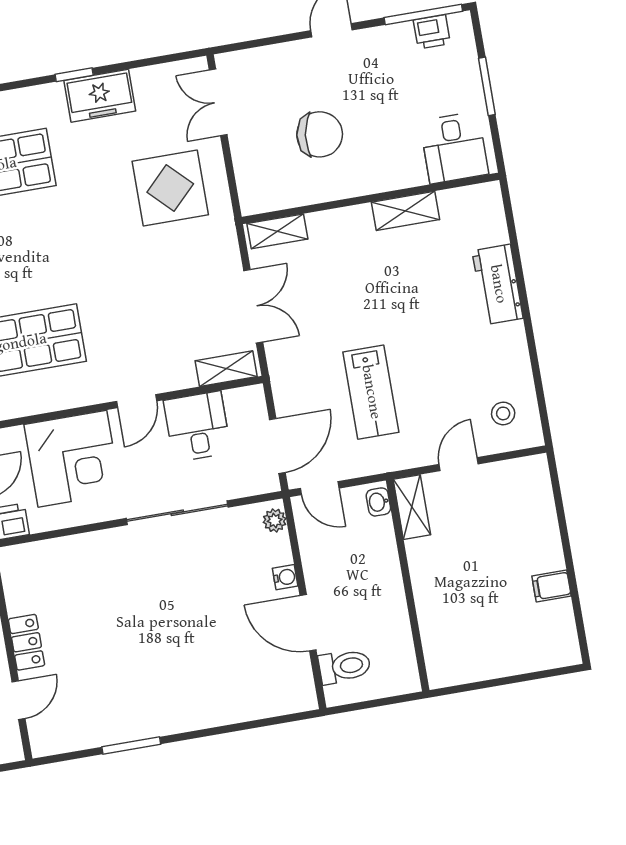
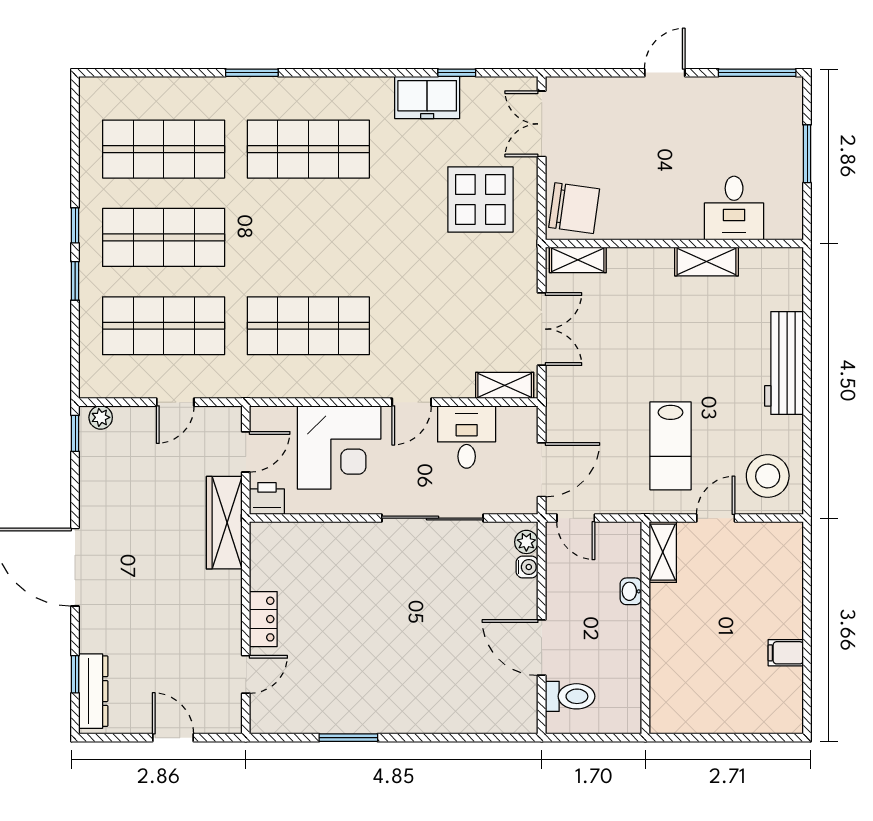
printer: (432, 32) -> (762, 91), removed
window: (74, 75) -> (457, 73), moved
chair: (320, 134) -> (574, 208), moved
desk: (454, 148) -> (734, 208), moved
workbench: (498, 284) -> (784, 363), width x1.37
lab bench: (371, 392) -> (671, 446), moved
stool: (503, 413) -> (768, 476), width x1.89, depth x1.89
washbasin: (378, 502) -> (631, 591), moved
water cooler: (285, 577) -> (527, 567), moved

